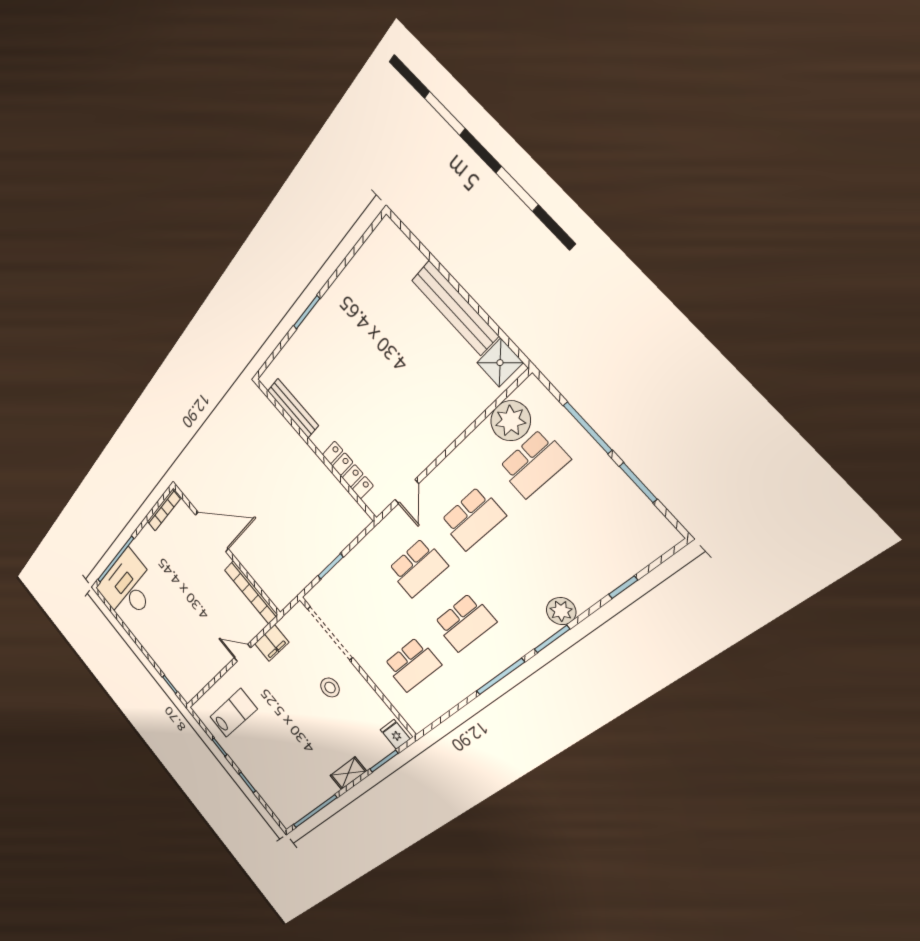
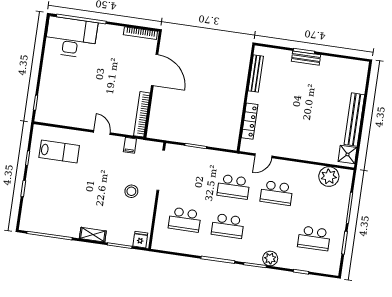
bench: (318, 317) -> (306, 58), added
school desk: (534, 464) -> (314, 238), moved
filing cabinet: (272, 643) -> (130, 145), width x0.50

